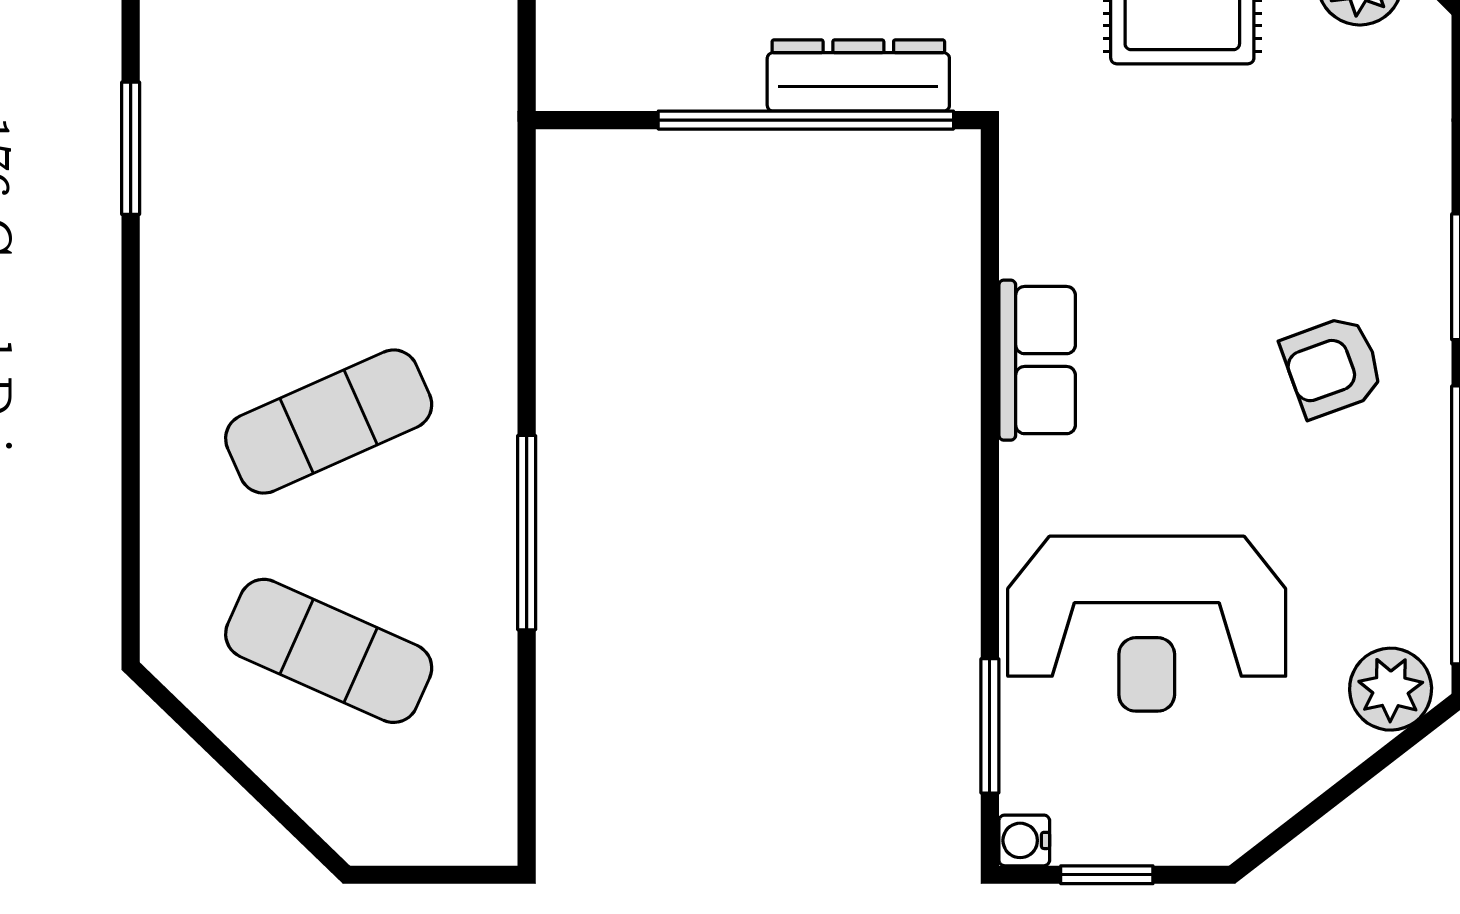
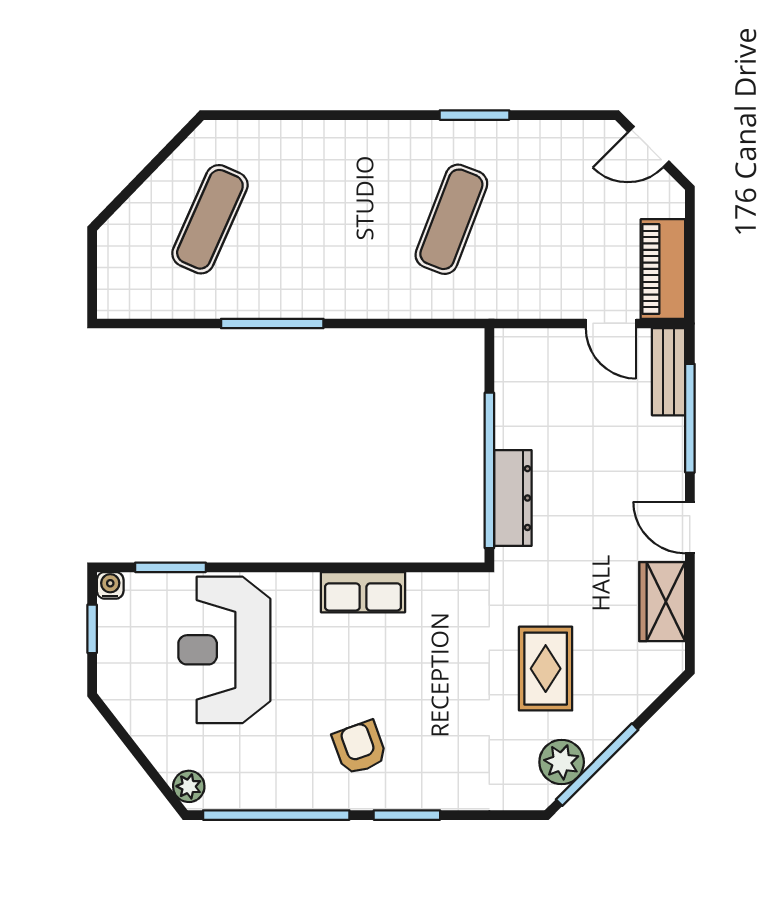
exercise mat: (329, 422) -> (451, 219), moved, turned 45
plant: (1391, 689) -> (189, 786), width x0.73, depth x0.73

